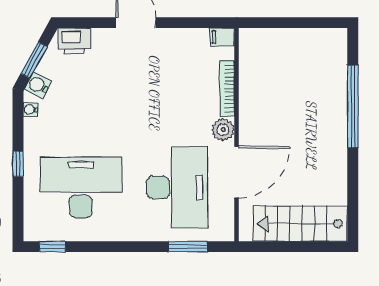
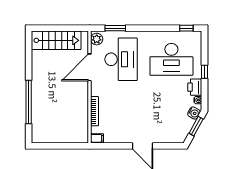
printer: (74, 41) -> (195, 87), moved, turned -90
plant: (223, 130) -> (97, 39), moved
desk: (177, 187) -> (121, 59), turned 180

